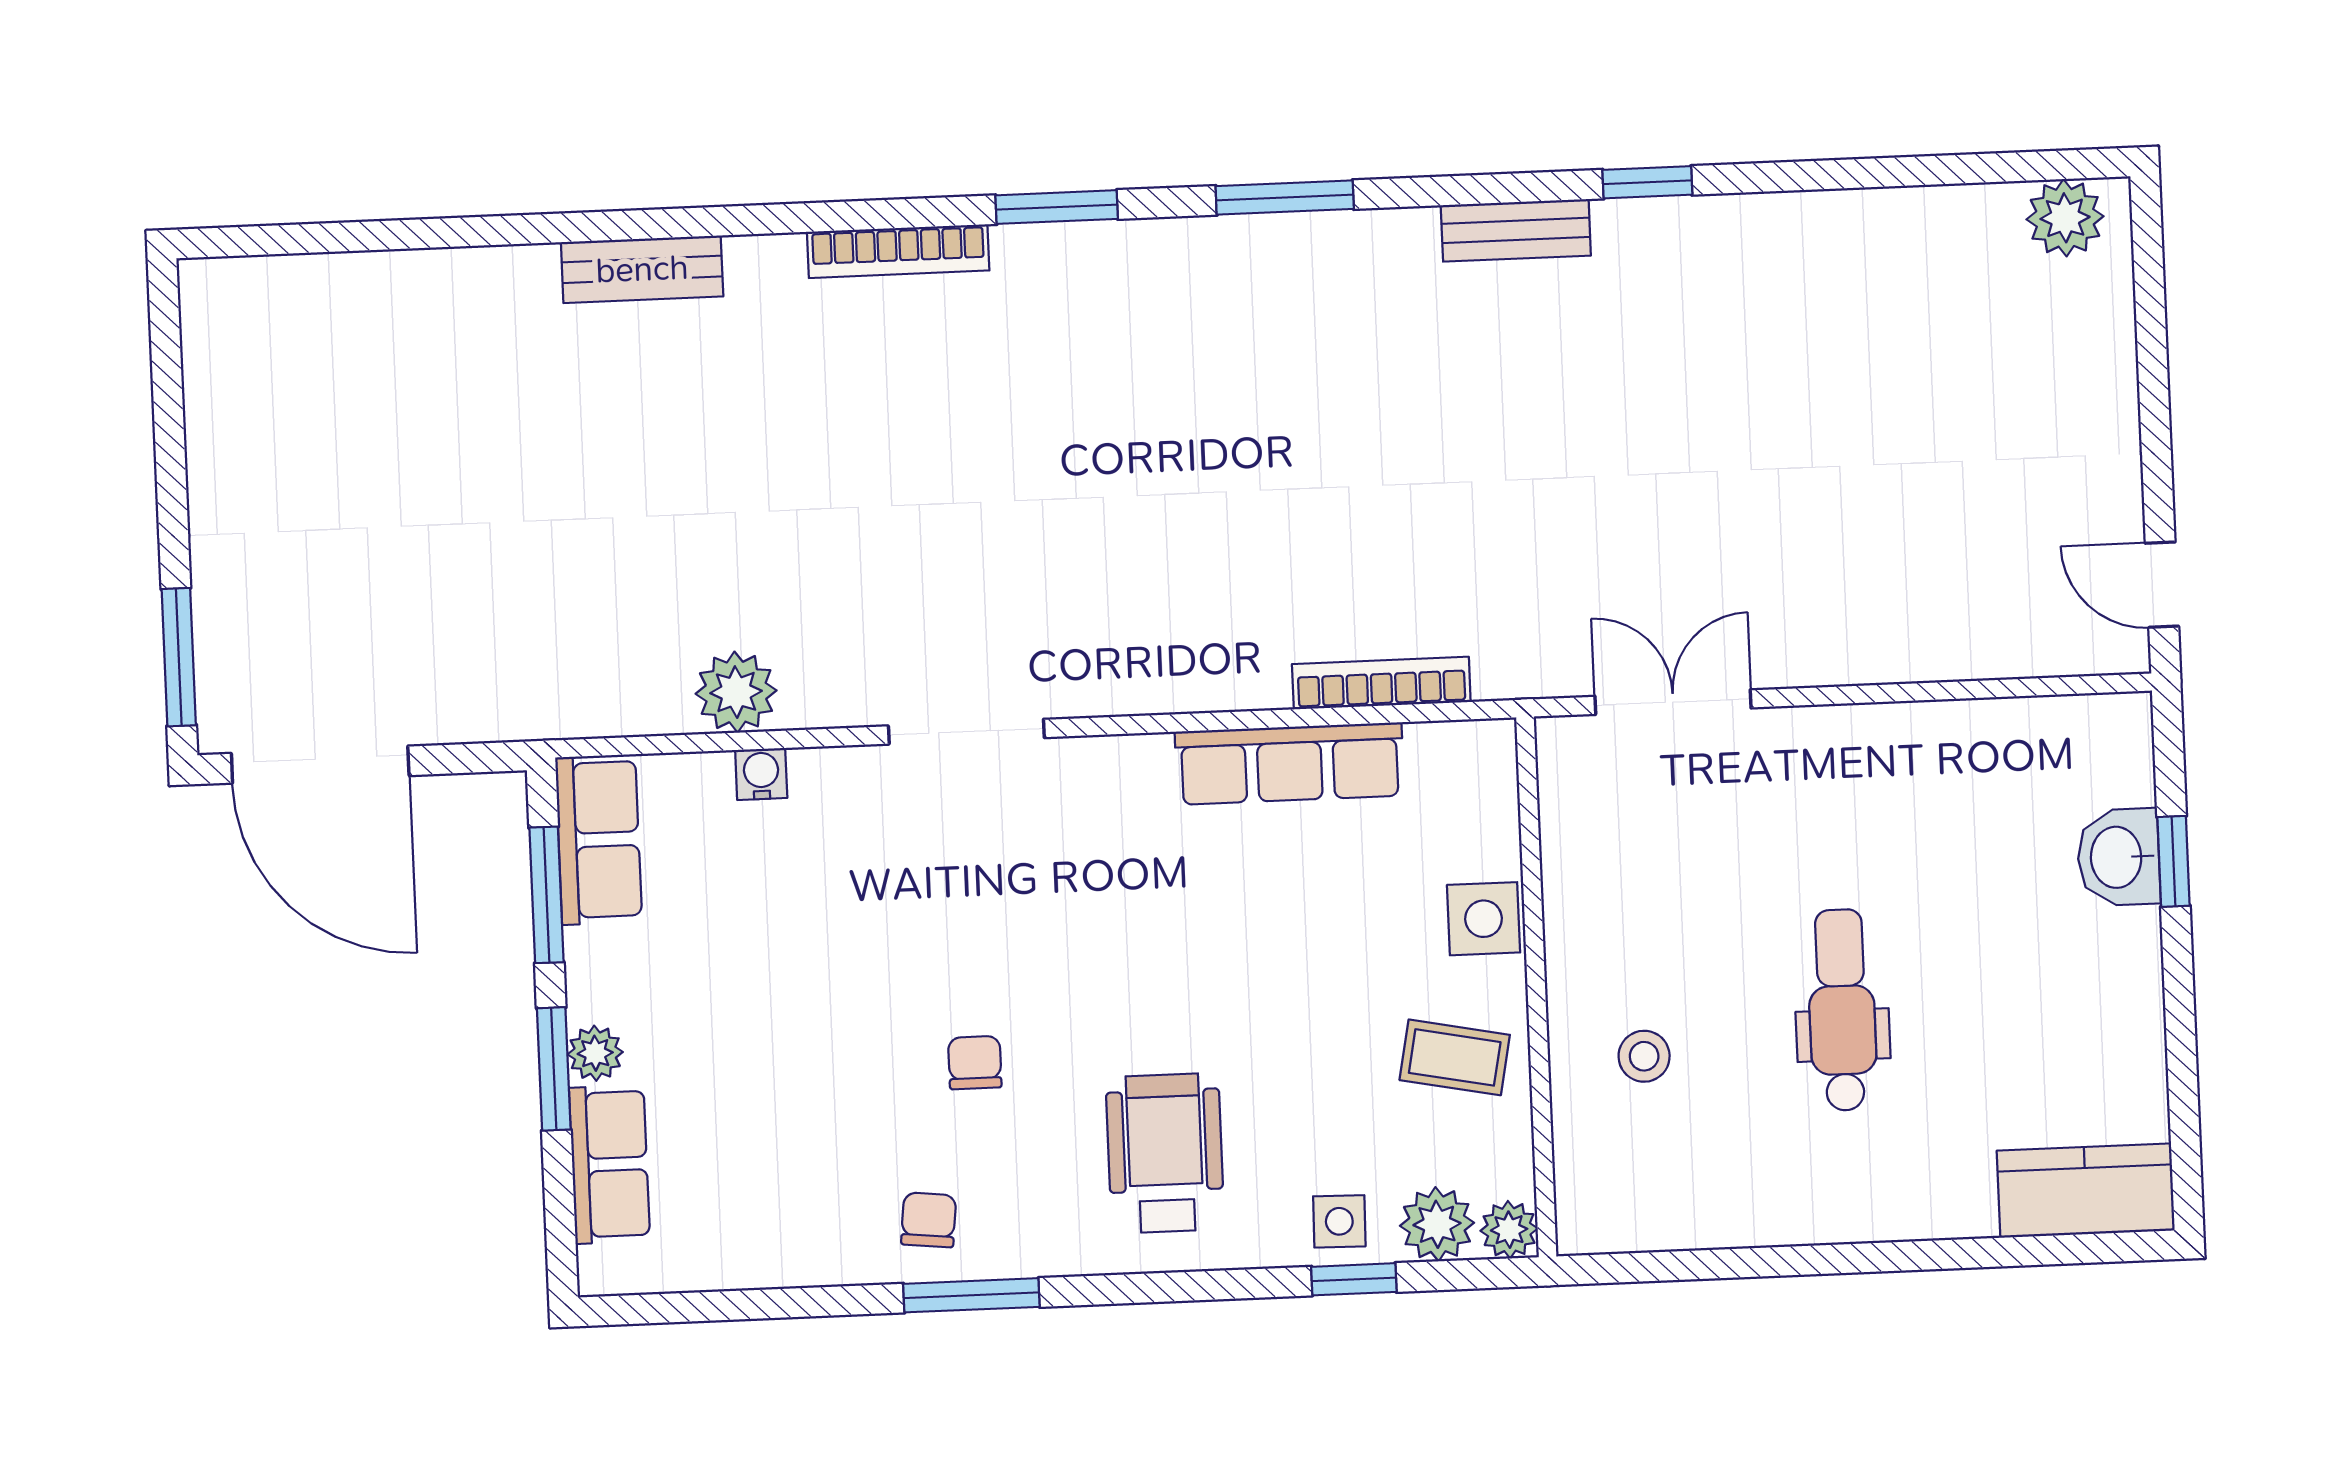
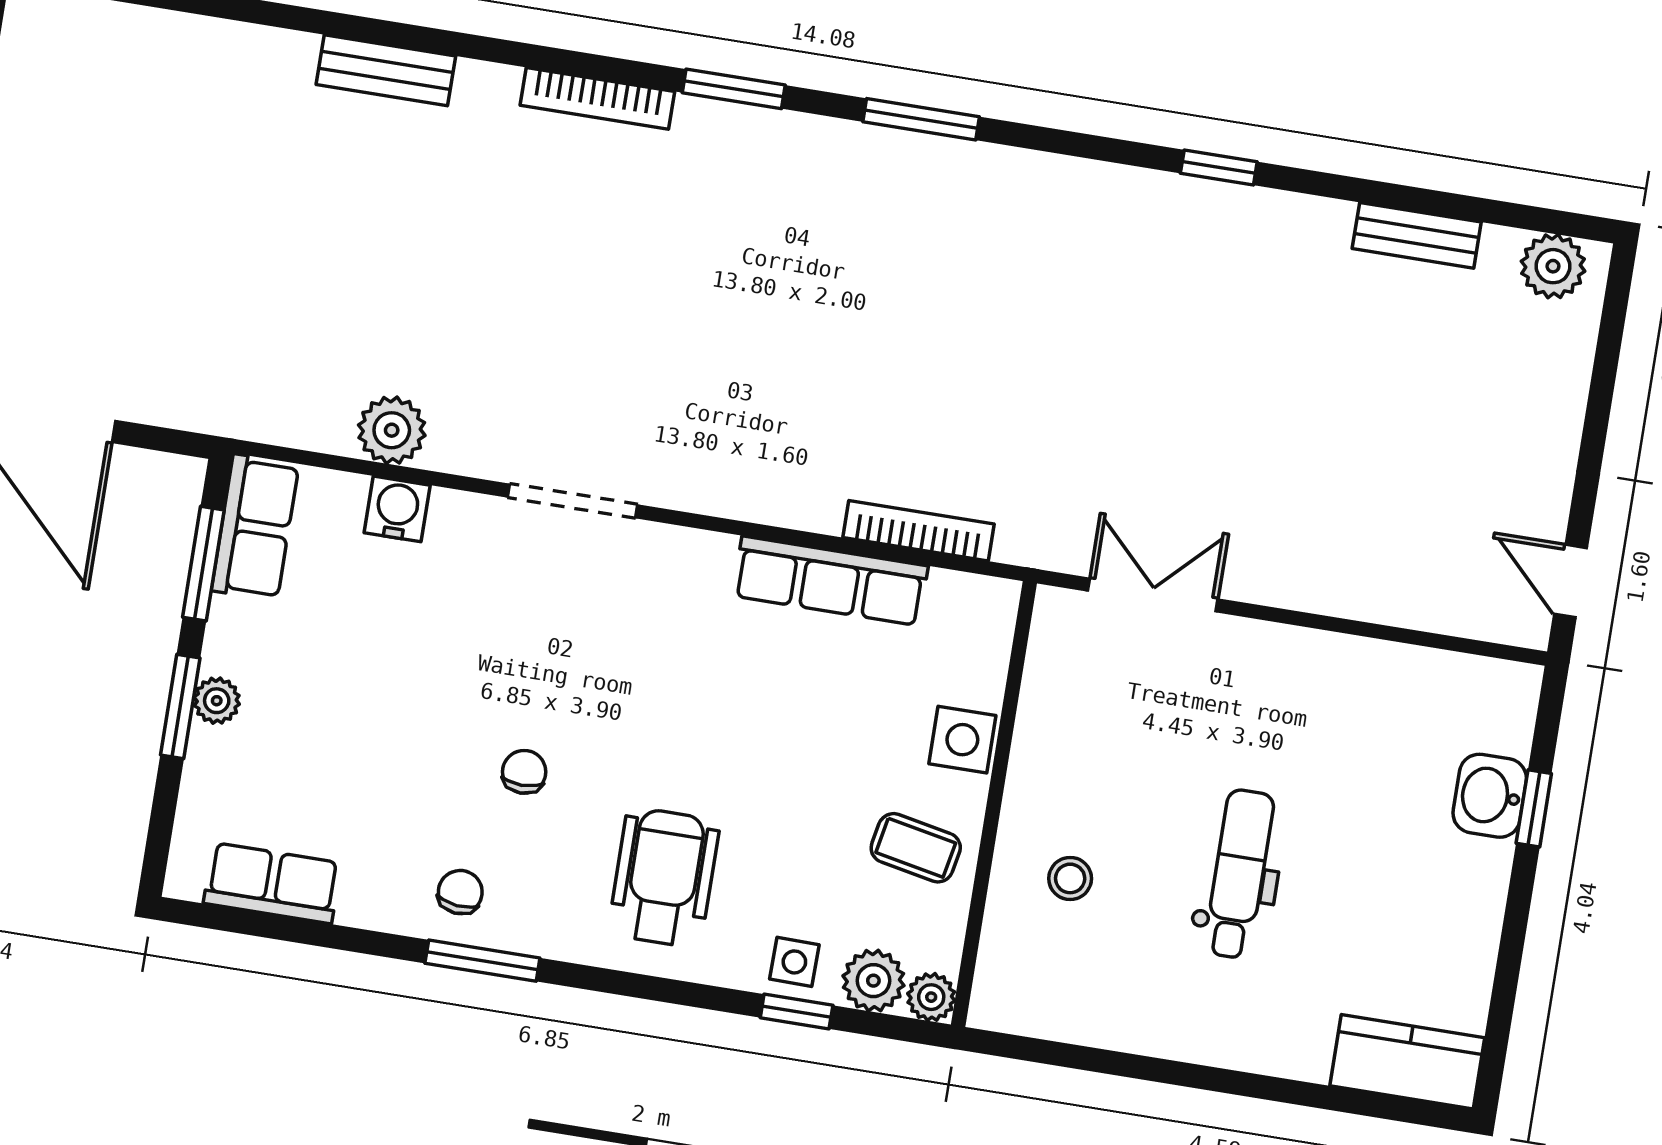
bench: (1516, 230) -> (1417, 235), moved
water cooler: (761, 774) -> (397, 509), width x1.38, depth x1.38
row of seats: (610, 1164) -> (272, 883), moved, turned -90

